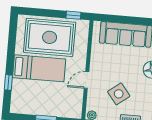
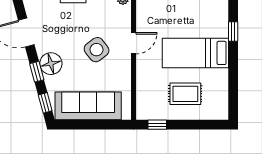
rug: (50, 37) -> (185, 94), width x0.54, depth x0.49
side table: (119, 94) -> (97, 50), moved

